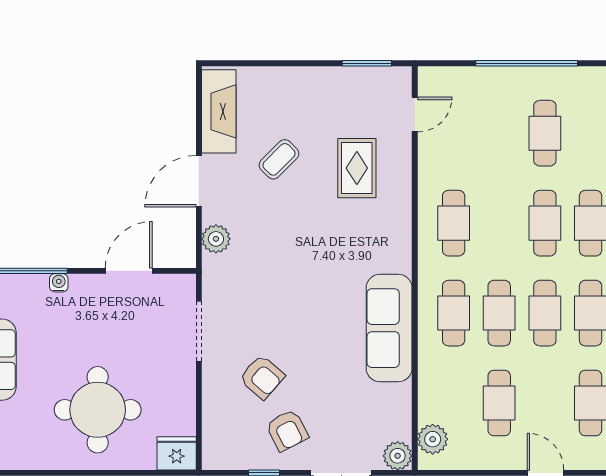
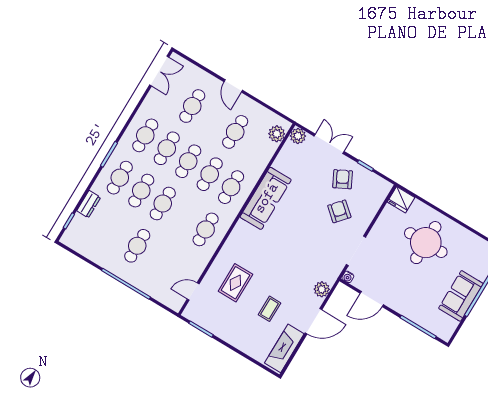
coffee table: (279, 159) -> (270, 309), turned -45
water cooler: (59, 283) -> (348, 277), moved

